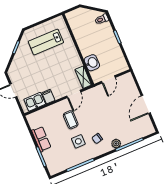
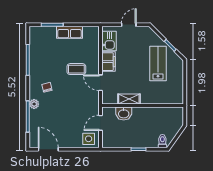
lab bench: (46, 42) -> (158, 63), moved
shelving: (83, 77) -> (129, 99), moved
door: (108, 79) -> (100, 123), hinge flipped
filing cabinet: (48, 97) -> (108, 62), width x2.00
door: (146, 104) -> (48, 149), moved
side table: (78, 141) -> (89, 139), moved

